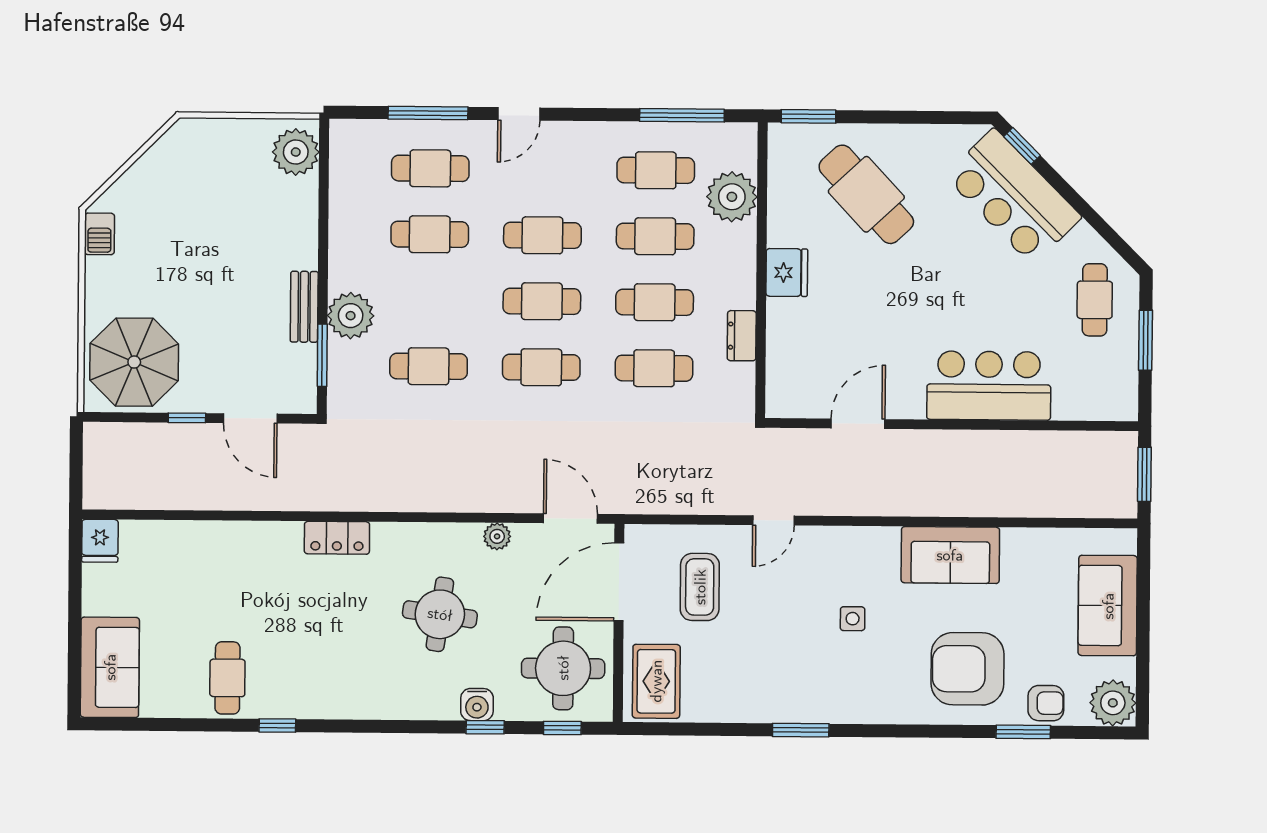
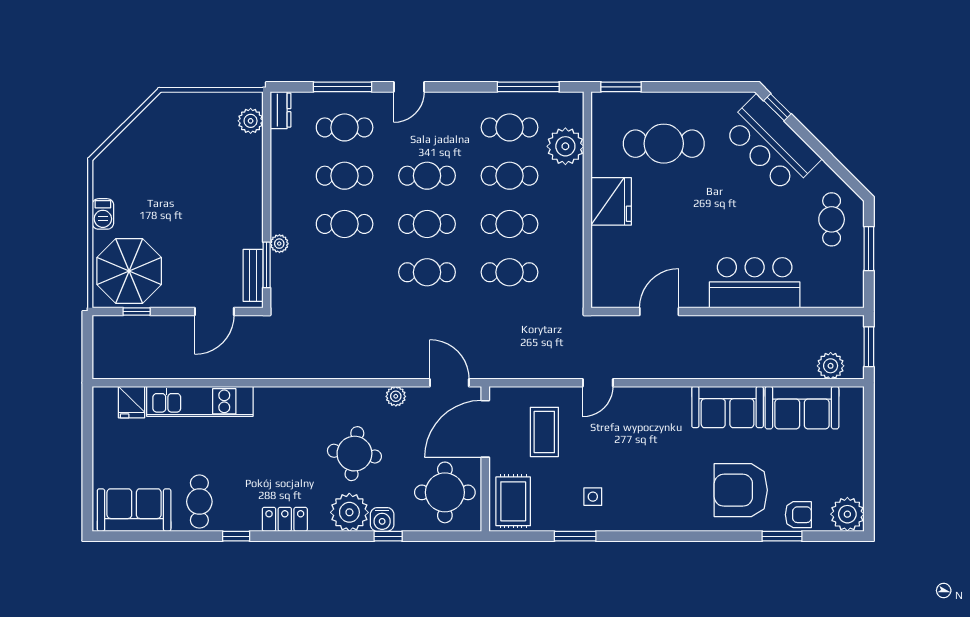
plant: (296, 152) -> (251, 121), width x0.73, depth x0.73
cafe table: (866, 194) -> (664, 144), turned -47
barbecue: (99, 234) -> (103, 214), moved
fridge: (787, 273) -> (611, 201), width x1.36, depth x1.34
bench: (304, 307) -> (253, 275), moved
plant: (351, 316) -> (279, 244), width x0.53, depth x0.53
dresser: (742, 336) -> (281, 110), moved, turned 180
cafe table: (429, 366) -> (345, 224), moved
window: (187, 418) -> (137, 311), moved
door: (250, 418) -> (214, 311), hinge flipped
plant: (1092, 500) -> (831, 366), added
locker: (337, 538) -> (285, 519), moved, turned 180
fridge: (100, 541) -> (131, 402), moved
kitchen unit: (229, 541) -> (200, 401), added
sofa: (1108, 606) -> (802, 408), moved, turned -90
side table: (853, 619) -> (593, 497), moved
sofa: (110, 667) -> (134, 510), moved, turned -90
plant: (432, 694) -> (349, 512), added
window: (562, 728) -> (445, 536), removed
window: (801, 730) -> (575, 536), moved

